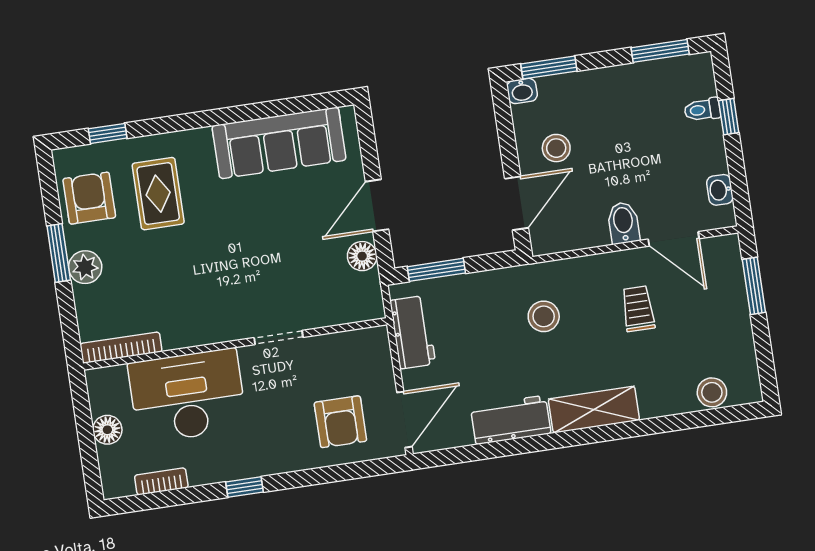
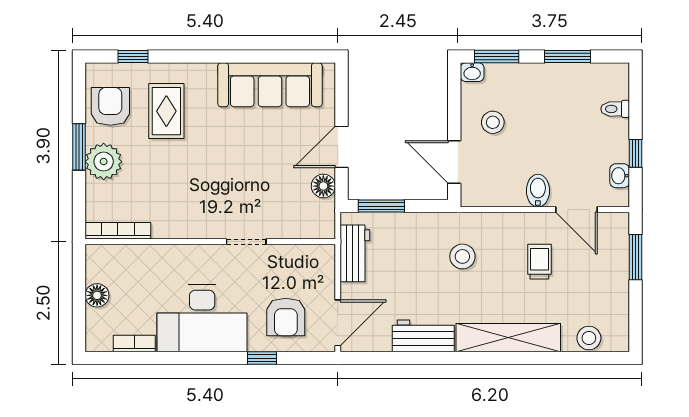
window: (660, 51) -> (568, 56), moved
window: (729, 117) -> (636, 153), moved
door: (517, 203) -> (454, 162), swing flipped
plant: (85, 267) -> (104, 162), width x1.36, depth x1.36
desk: (187, 396) -> (202, 318), moved, turned 180
shelving: (594, 410) -> (508, 338), width x1.47
window: (244, 487) -> (262, 358), moved

